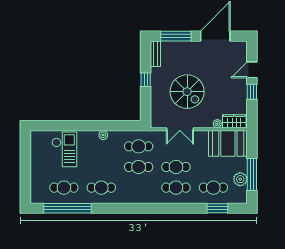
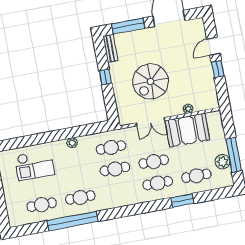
spiral stairs: (187, 92) -> (151, 81), turned 90
wardrobe: (234, 121) -> (205, 103), removed
booth: (228, 143) -> (187, 130), moved
checkout: (64, 149) -> (35, 165), turned 90
window: (67, 208) -> (73, 221), moved
window: (217, 208) -> (182, 200), moved

